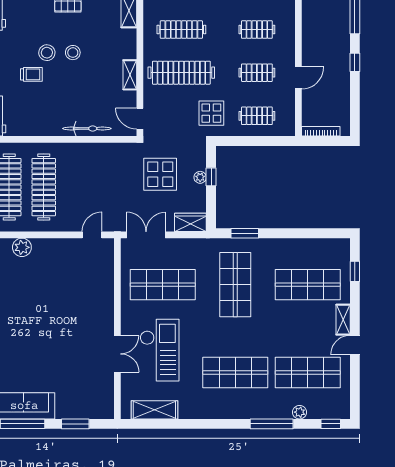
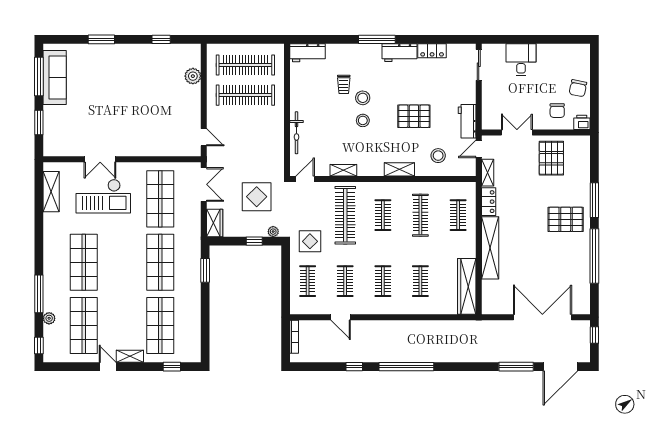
clothes rail: (181, 30) -> (383, 215), width x0.73
plant: (200, 177) -> (273, 232), moved
shop shelf: (235, 285) -> (160, 262), turned 90

